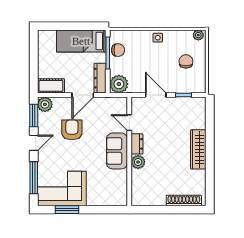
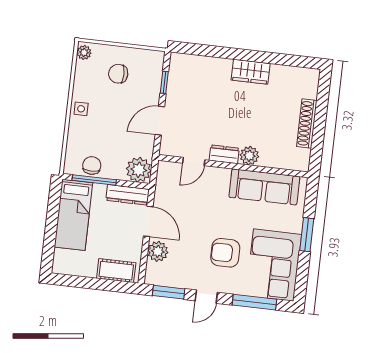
cot: (51, 86) -> (116, 271), moved, turned 90
plant: (45, 104) -> (158, 251), moved
armchair: (72, 130) -> (225, 253), moved
door: (34, 143) -> (206, 297), swing flipped
wardrobe: (198, 149) -> (251, 72), width x0.67
sofa: (117, 151) -> (264, 187), moved, width x1.36
shoe rack: (184, 201) -> (307, 124), moved
window: (67, 210) -> (307, 235), moved

